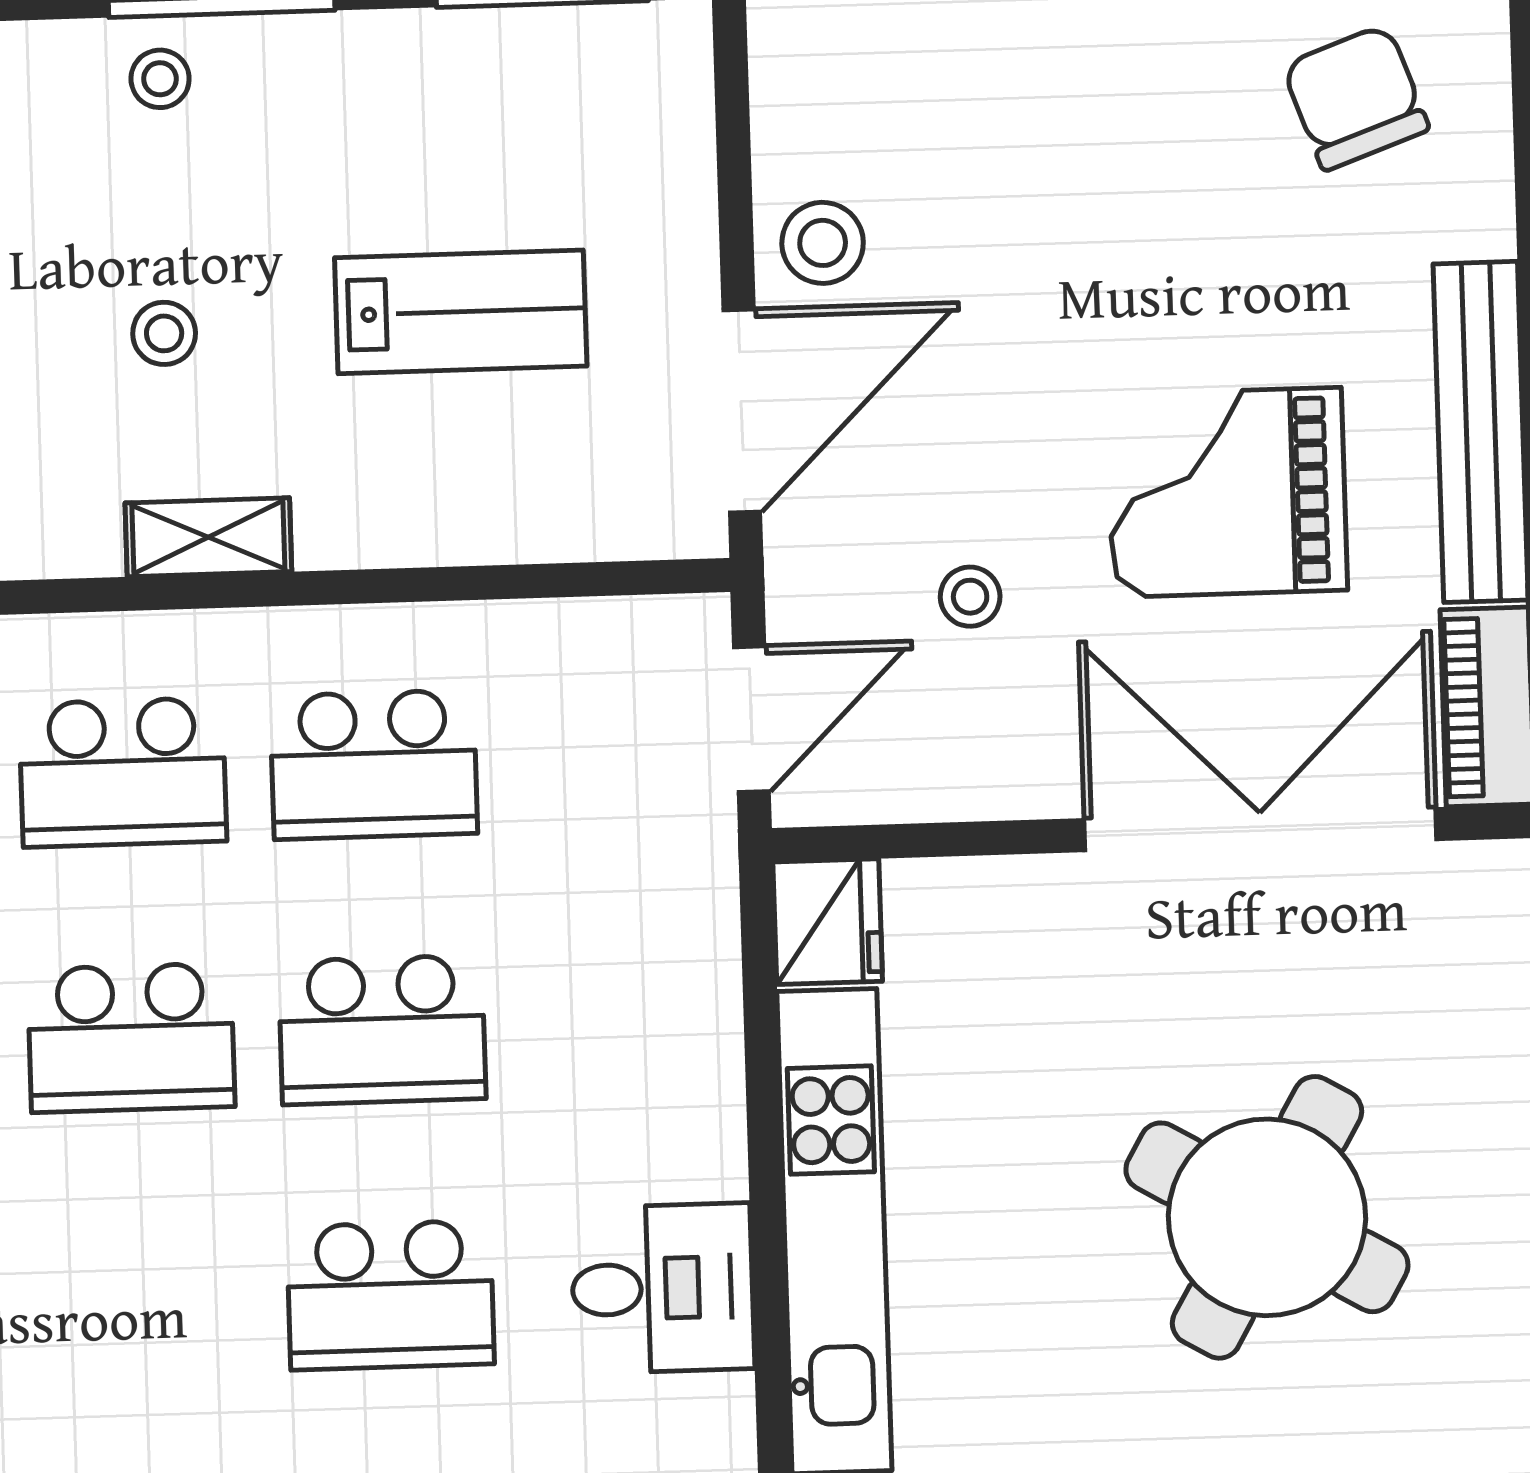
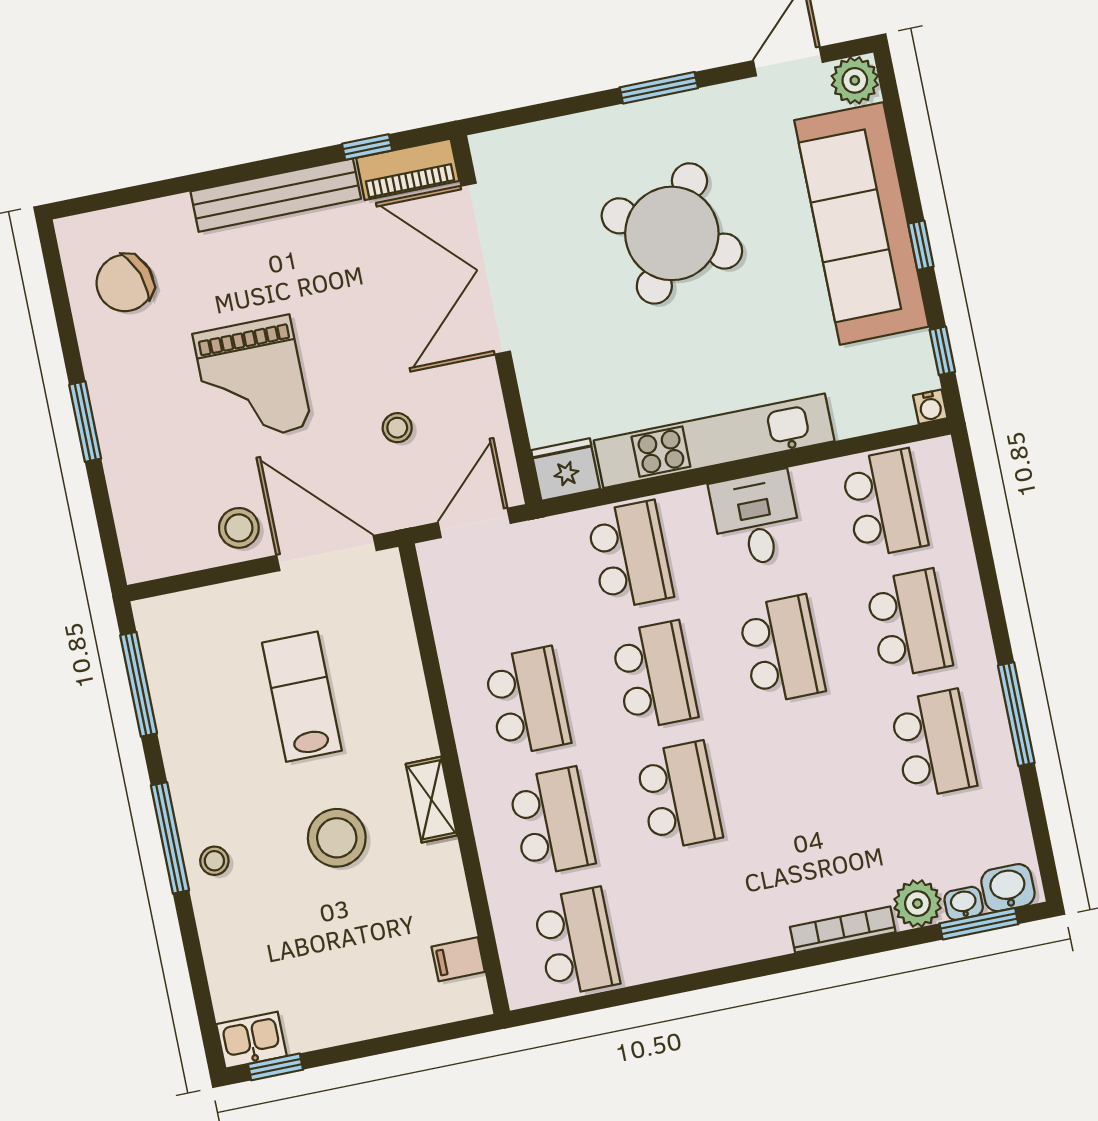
stool: (164, 333) -> (337, 838), width x1.89, depth x1.89
grand piano: (1227, 492) -> (252, 380), moved
door: (751, 719) -> (474, 523), hinge flipped
school desk: (633, 1022) -> (630, 555), added

